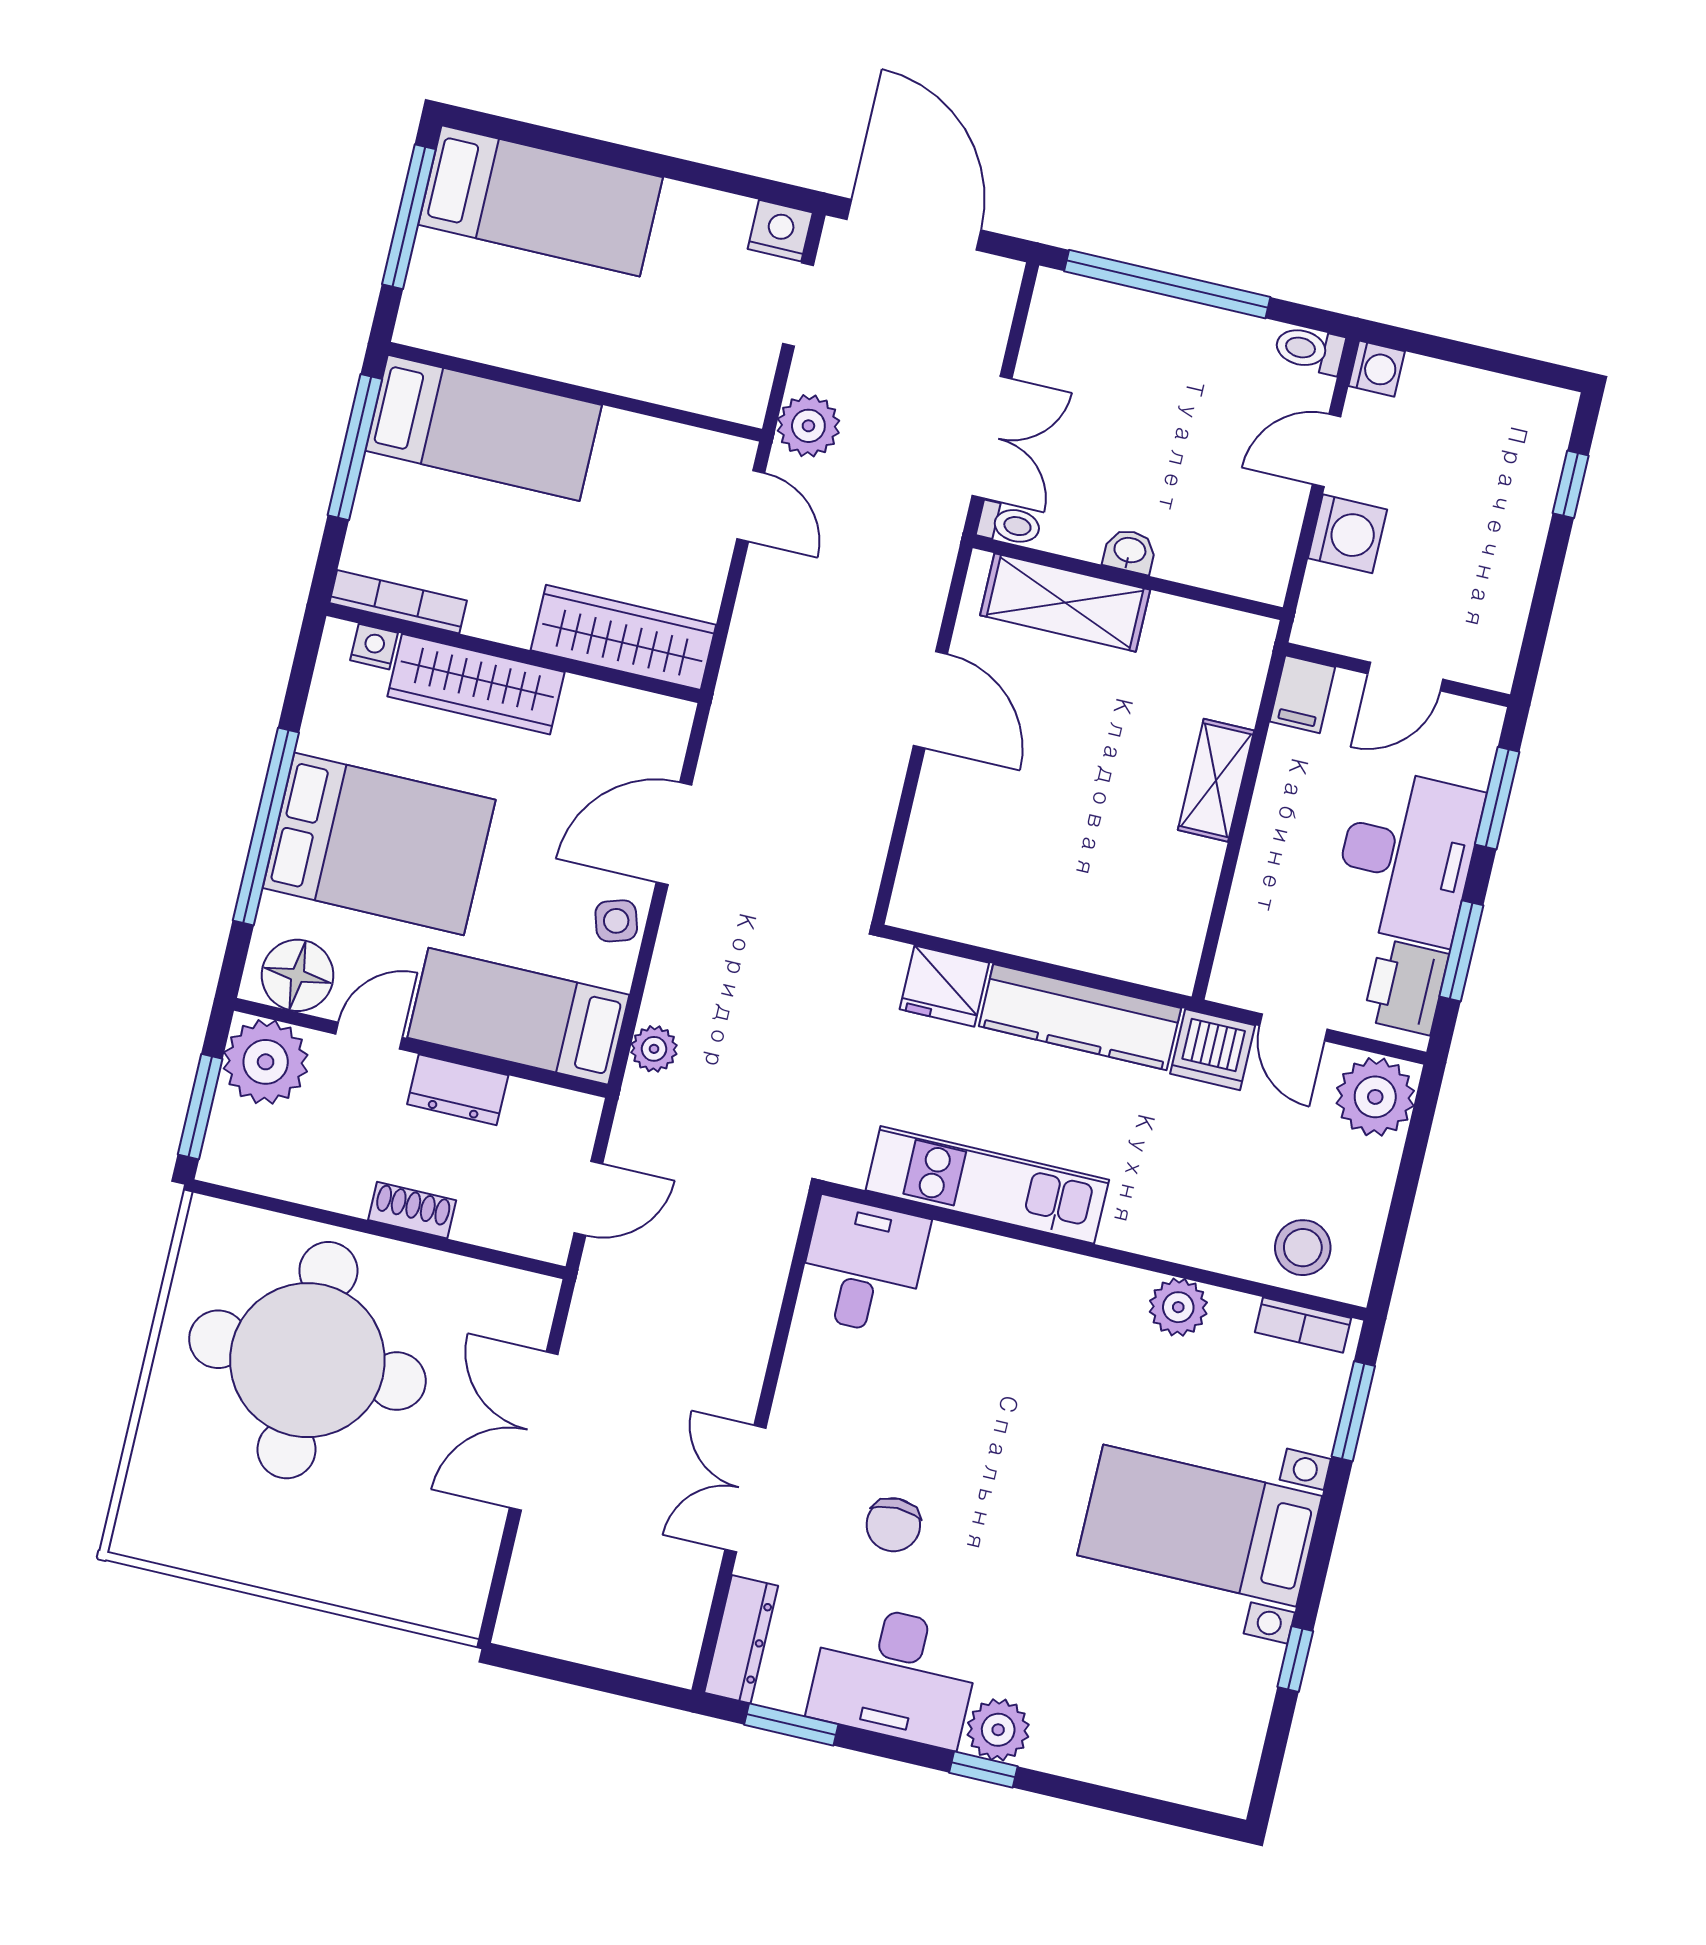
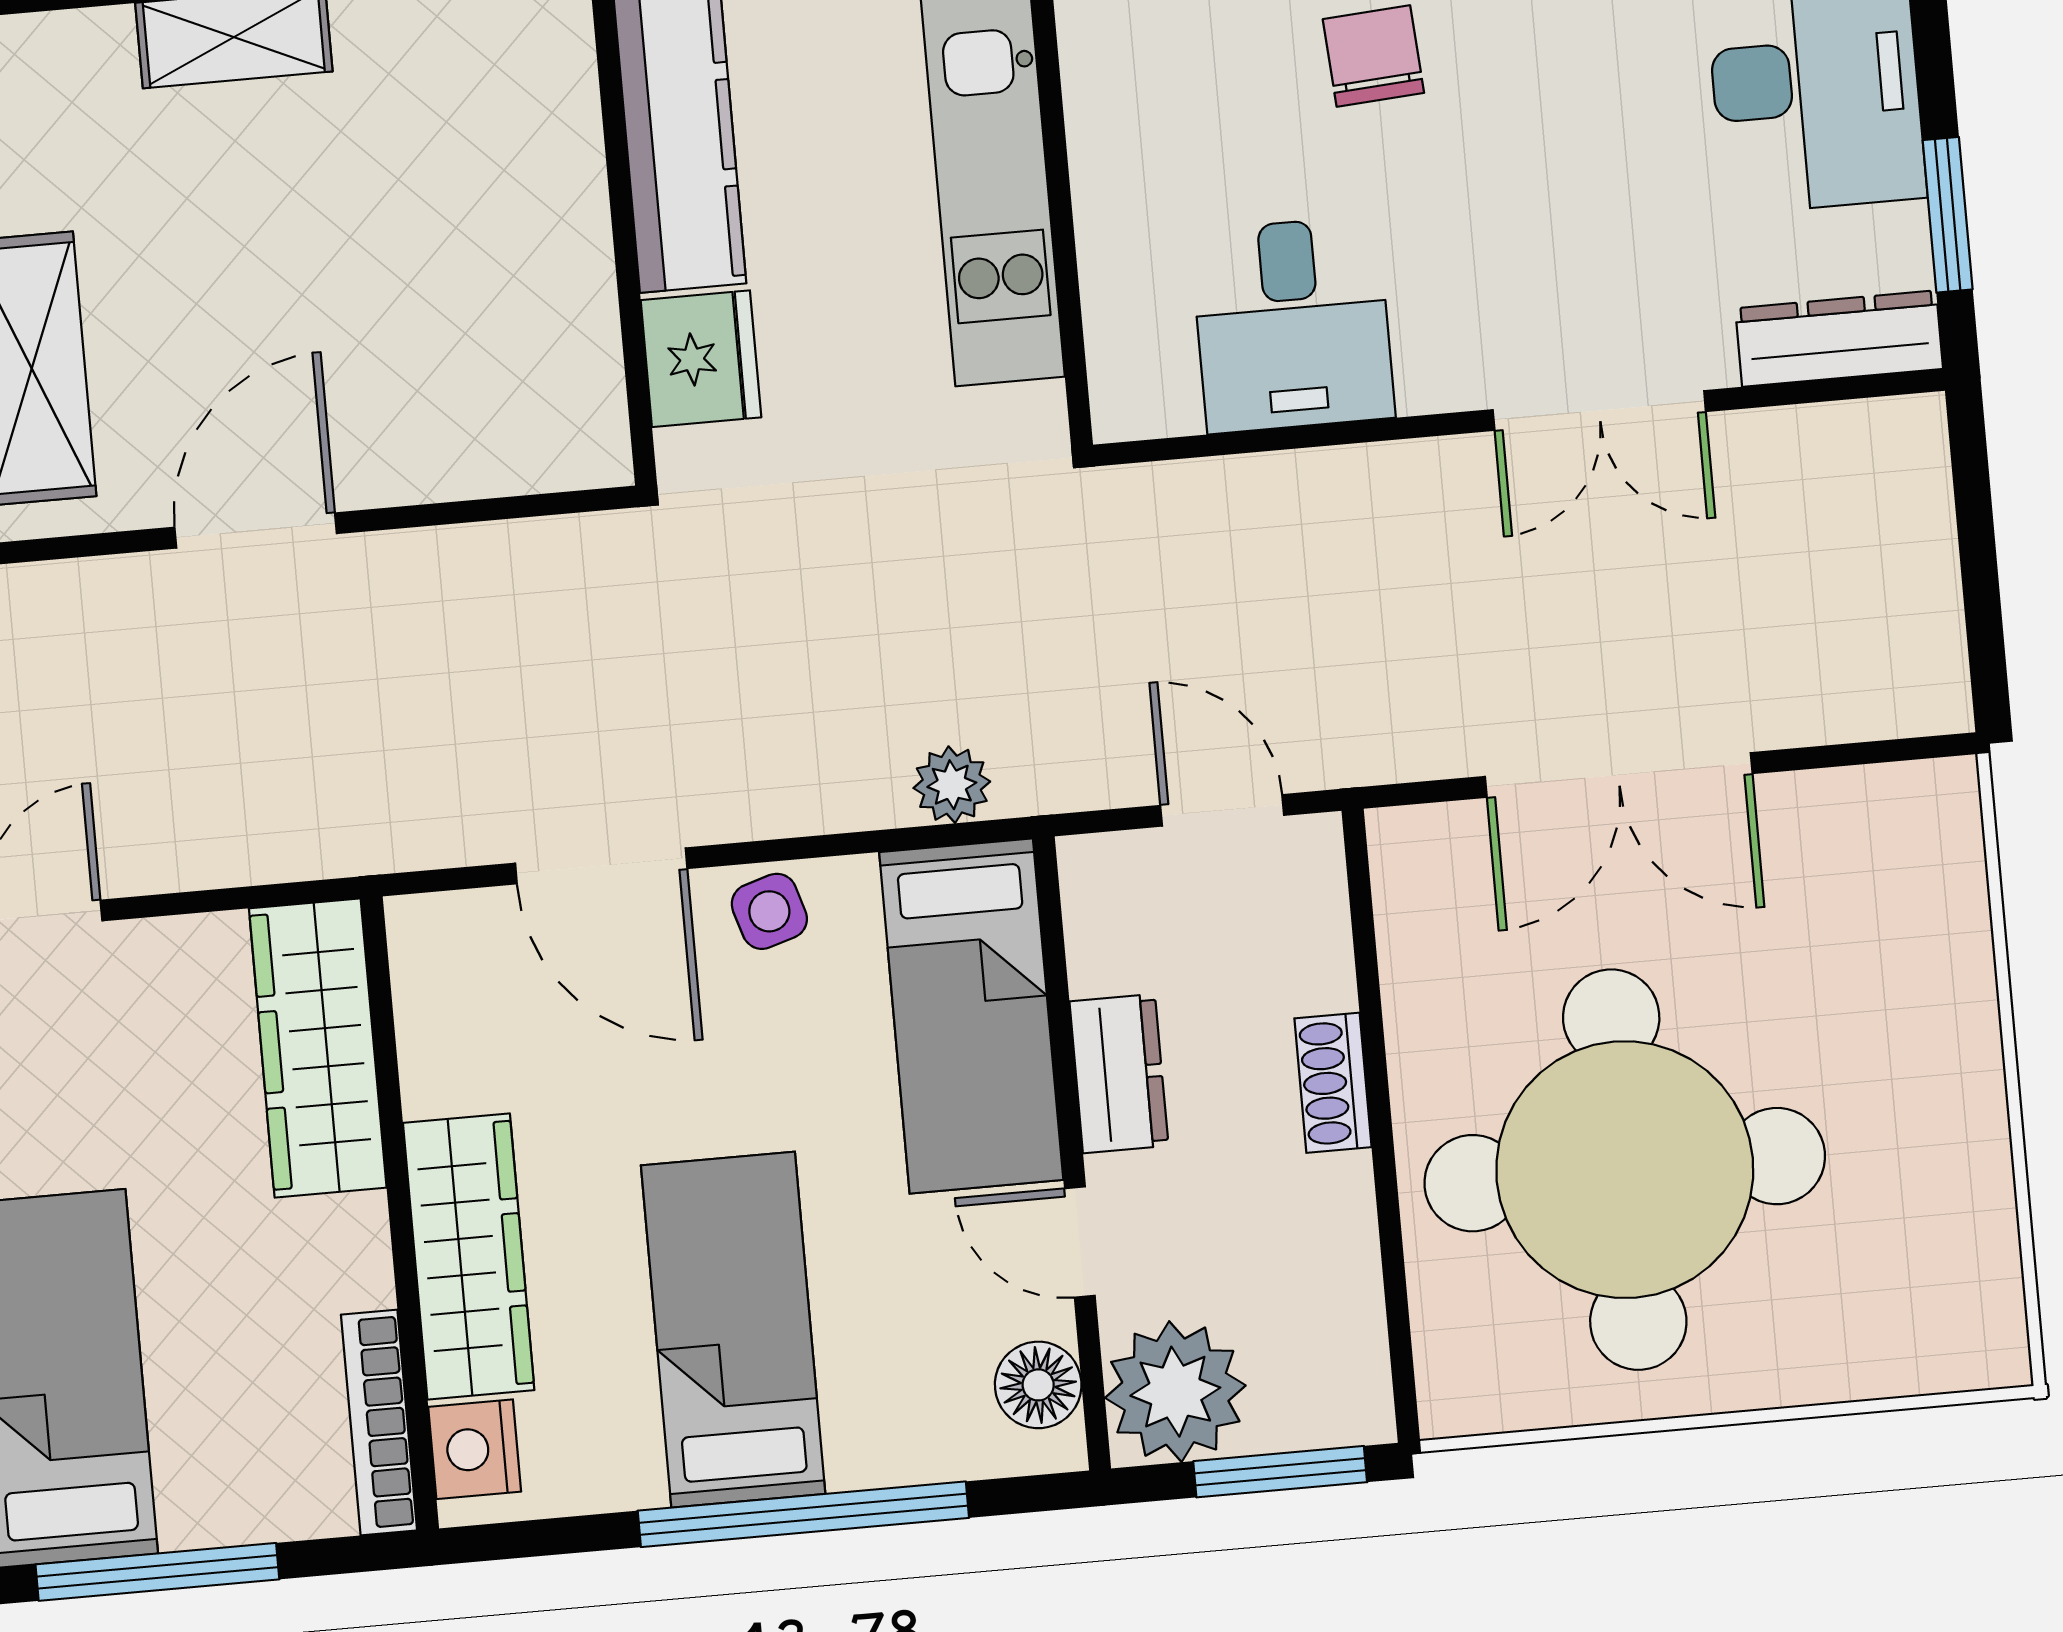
nightstand: (374, 647) -> (475, 1449), width x1.39, depth x1.35
bed: (379, 844) -> (733, 1330), width x0.67
floor lamp: (298, 975) -> (1038, 1385), width x0.73, depth x0.73
desk: (863, 1266) -> (1292, 324), moved, turned -90
chair: (893, 1525) -> (1373, 56), moved, turned -94

